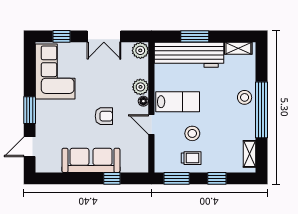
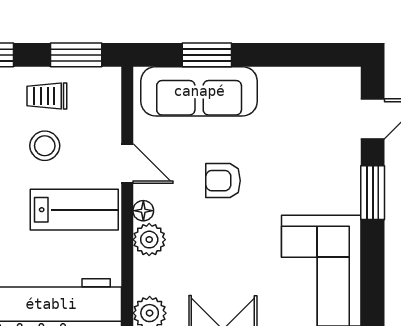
lab bench: (178, 102) -> (74, 210), turned 180
sofa: (91, 160) -> (199, 91), moved
window: (112, 178) -> (207, 55), width x1.50

